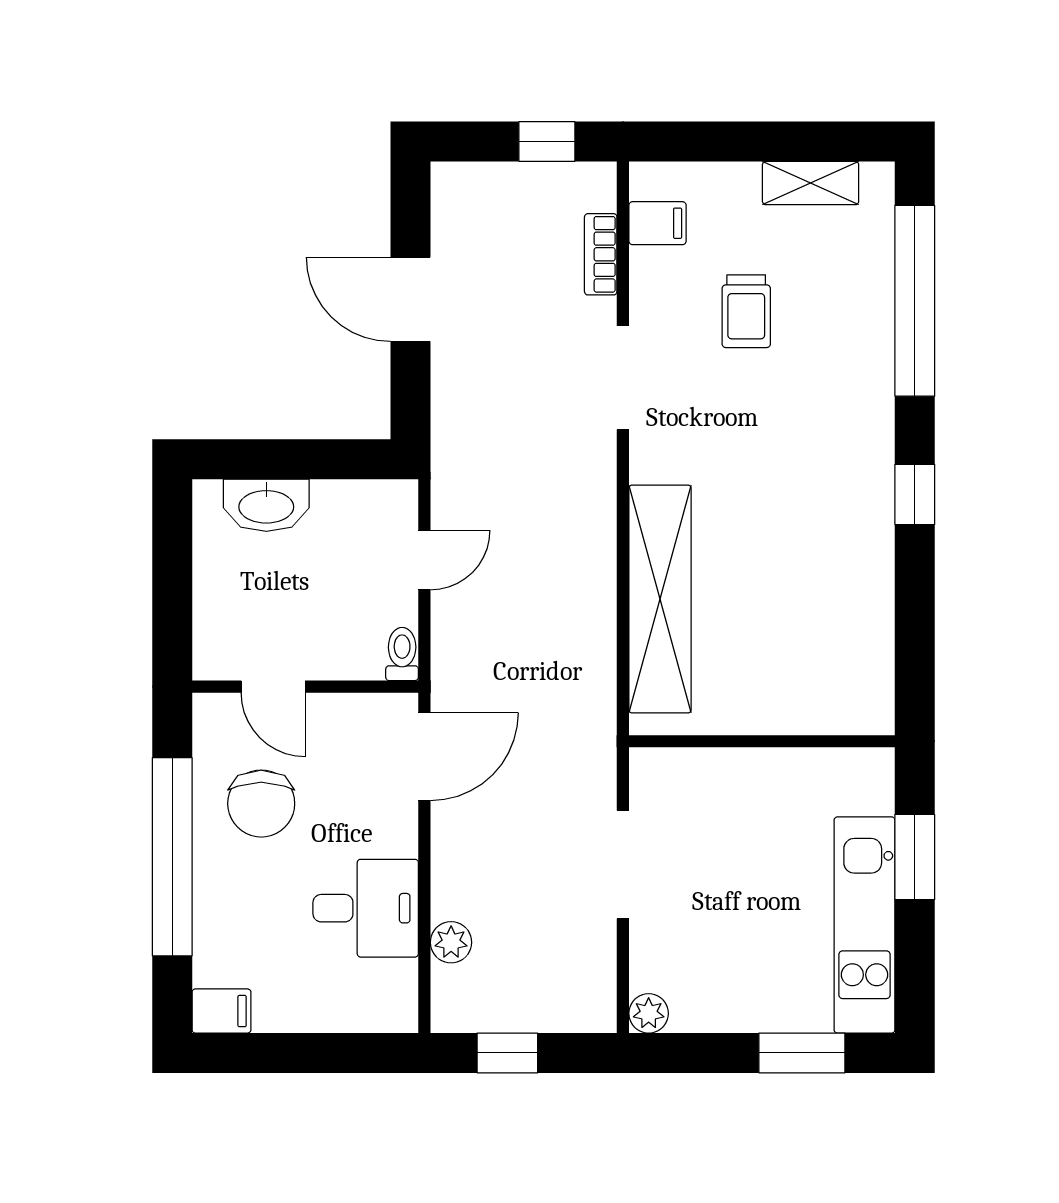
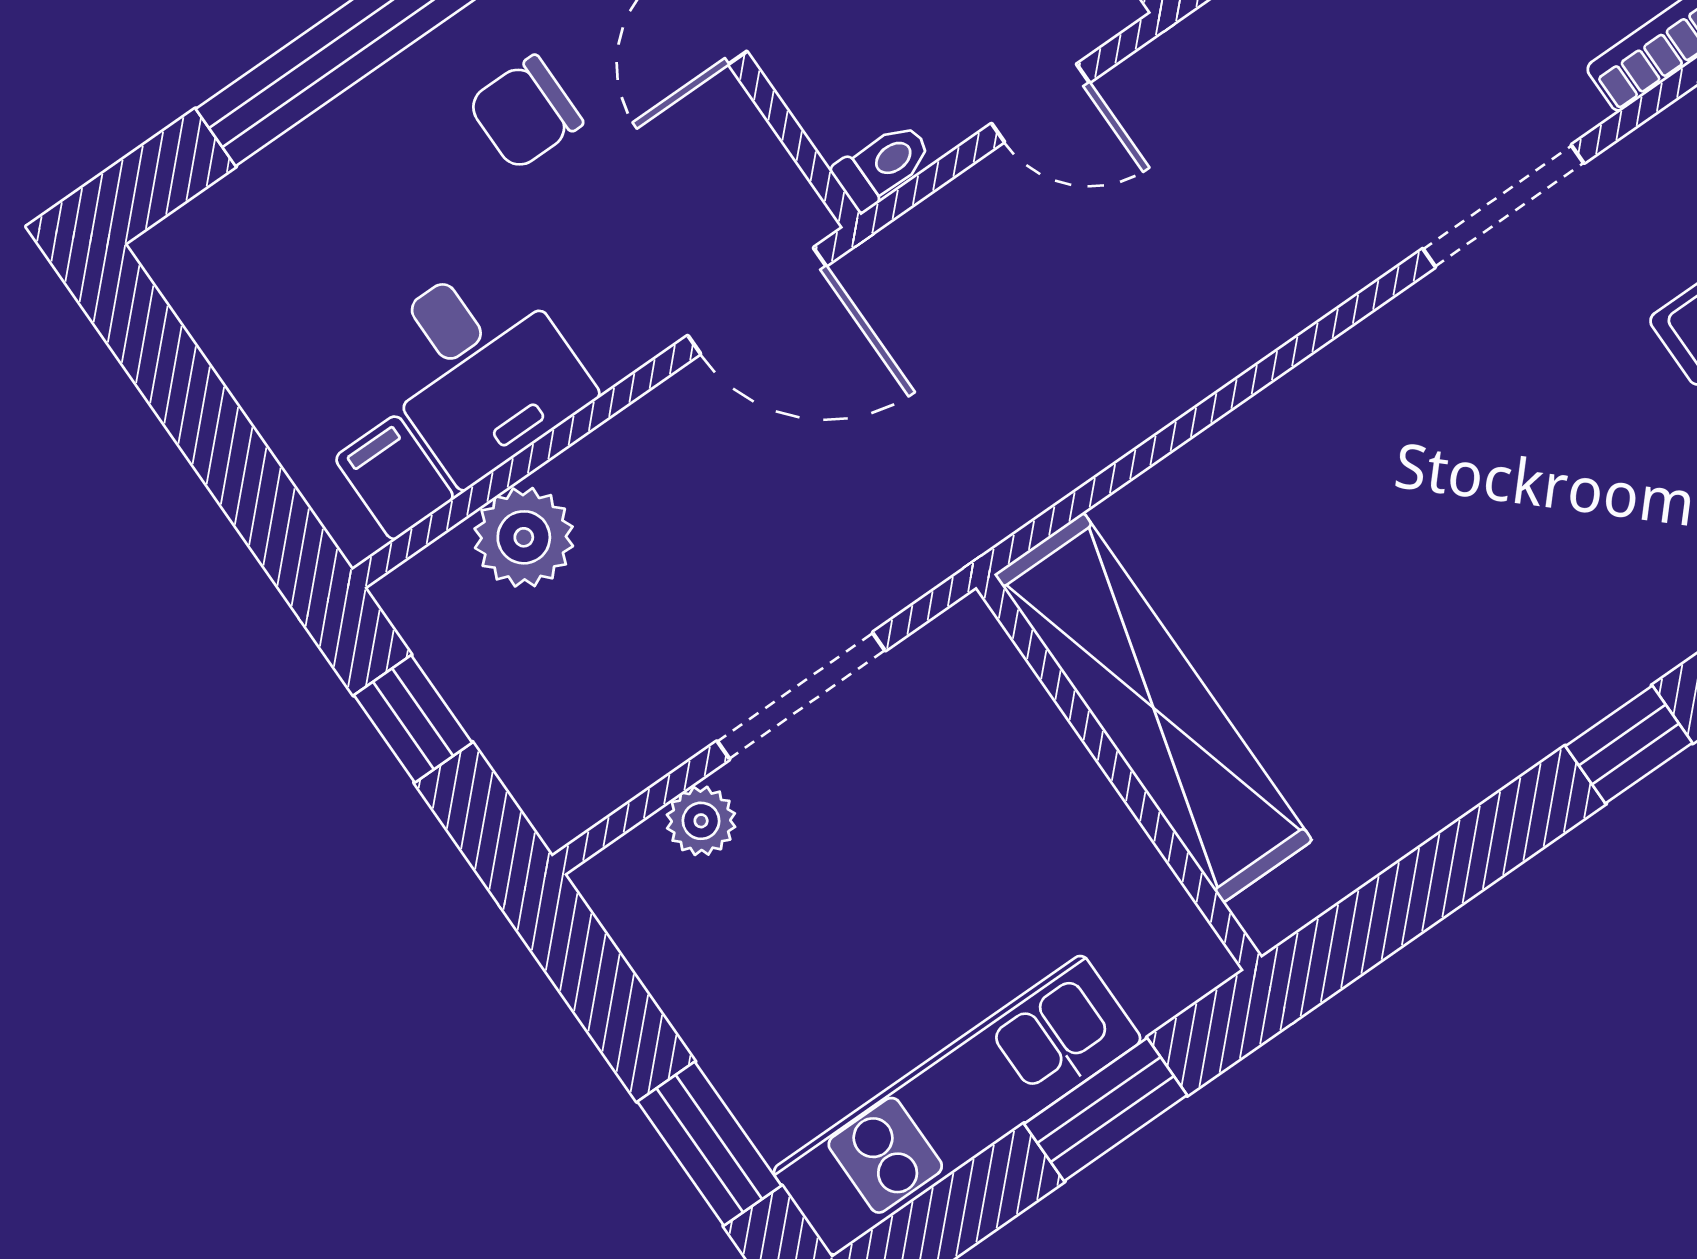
shelving: (660, 599) -> (1153, 708), moved, turned 90
chair: (261, 804) -> (525, 113), width x0.73, depth x0.73
plant: (451, 942) -> (524, 537), width x1.38, depth x1.38
filing cabinet: (221, 1011) -> (395, 478), moved, turned 180
plant: (649, 1013) -> (701, 821), moved

